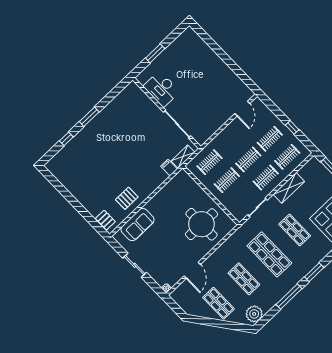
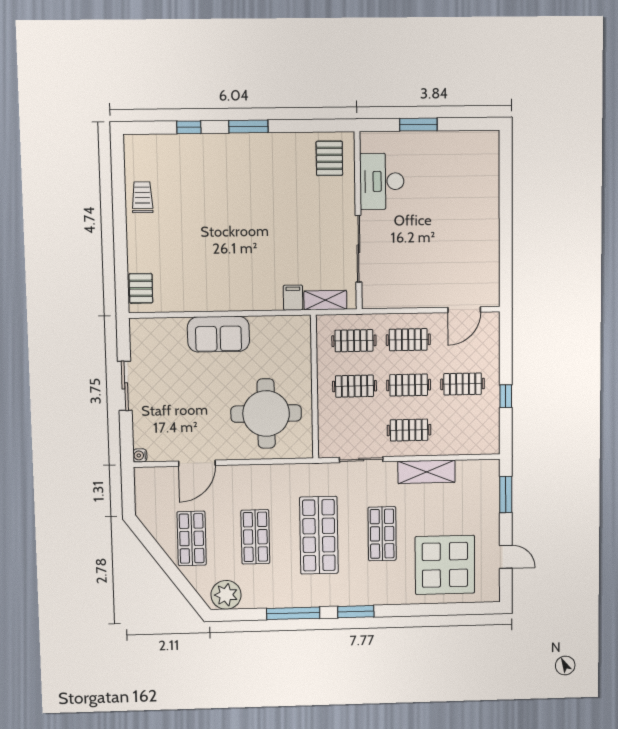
clothes rail: (287, 157) -> (408, 340), moved
trolley: (73, 183) -> (142, 197), added
pallet: (127, 198) -> (329, 158), moved, turned 90
sofa: (138, 225) -> (218, 334), moved

